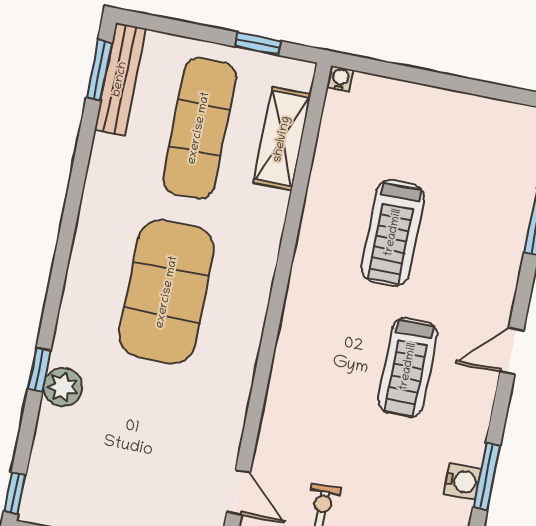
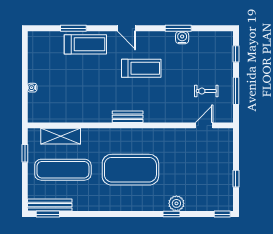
water cooler: (340, 79) -> (32, 88), moved
treadmill: (393, 233) -> (85, 44), moved
bench: (297, 310) -> (128, 117), added

